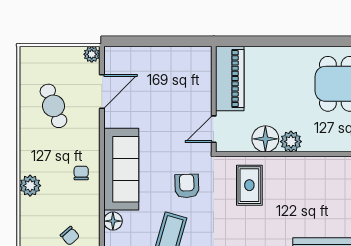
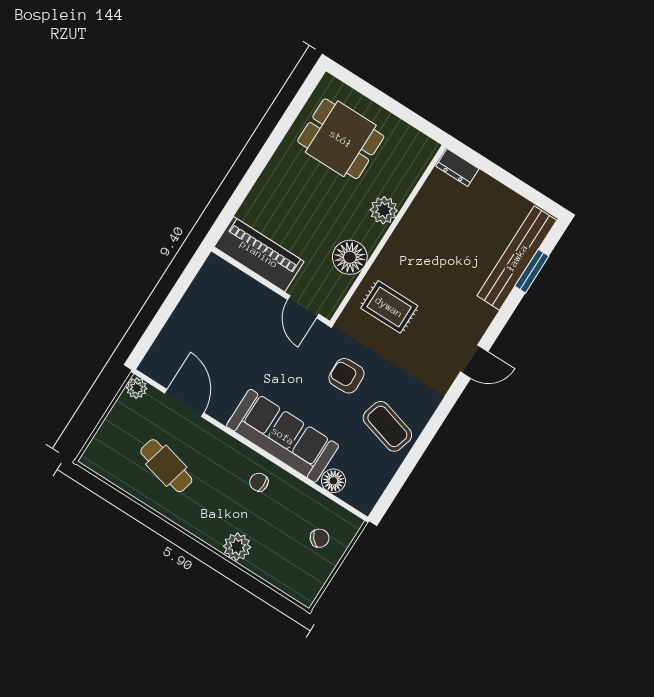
cafe table: (53, 106) -> (166, 466), turned 35
plant: (291, 142) -> (384, 210), moved

